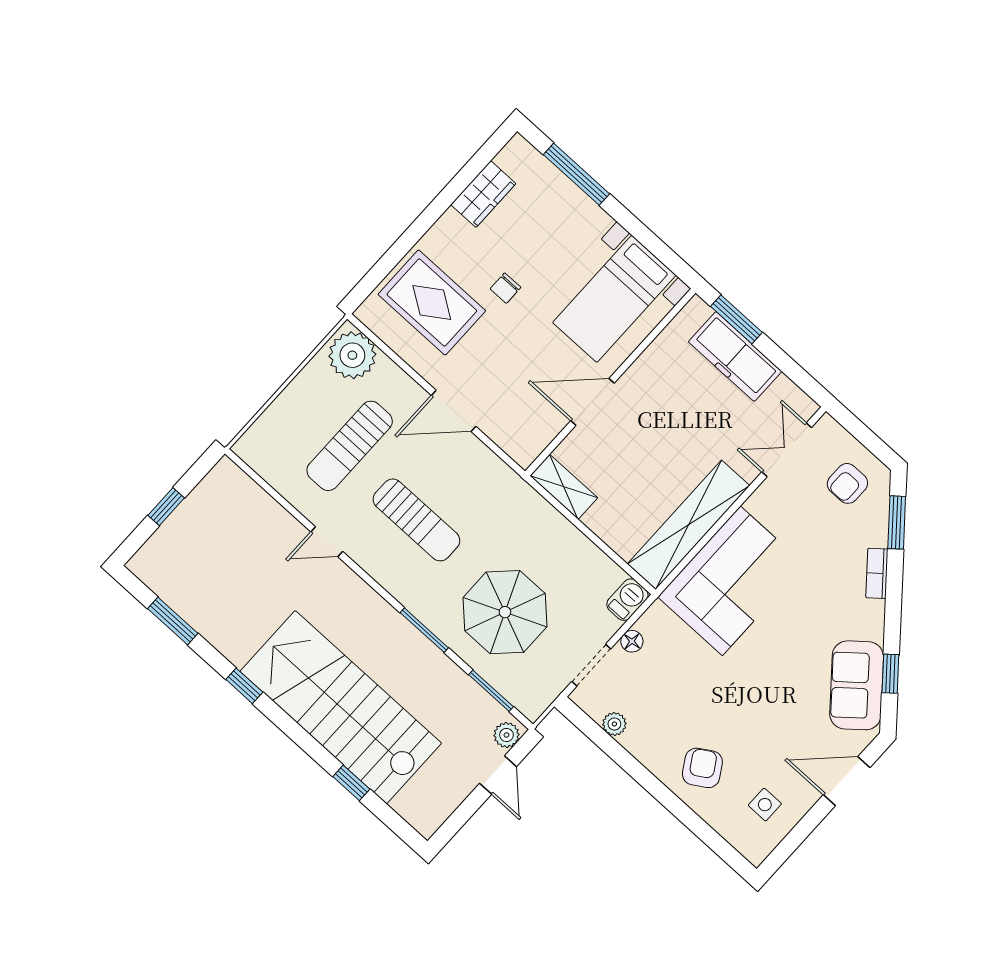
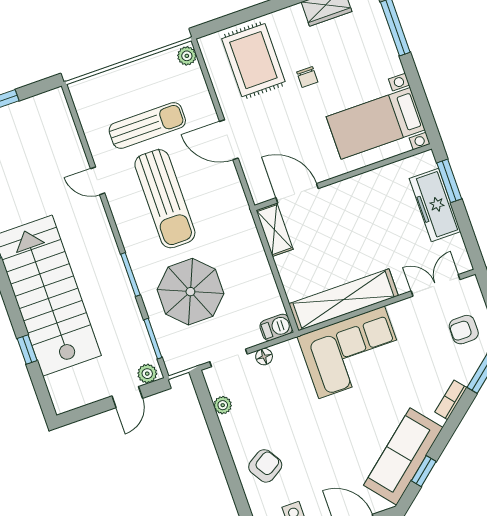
chair: (505, 288) -> (307, 77), turned -90
plant: (352, 355) -> (187, 56), width x0.53, depth x0.53
door: (592, 402) -> (297, 193), moved
sun lounger: (350, 446) -> (147, 126), turned 180
sun lounger: (416, 520) -> (165, 199), width x1.36, depth x1.34
sofa: (857, 685) -> (403, 456), width x1.36

